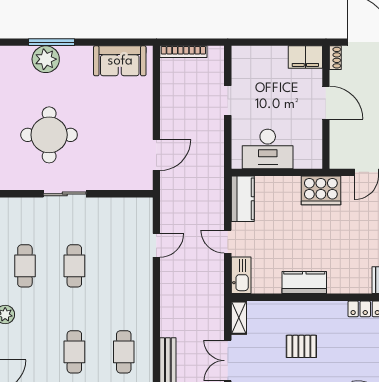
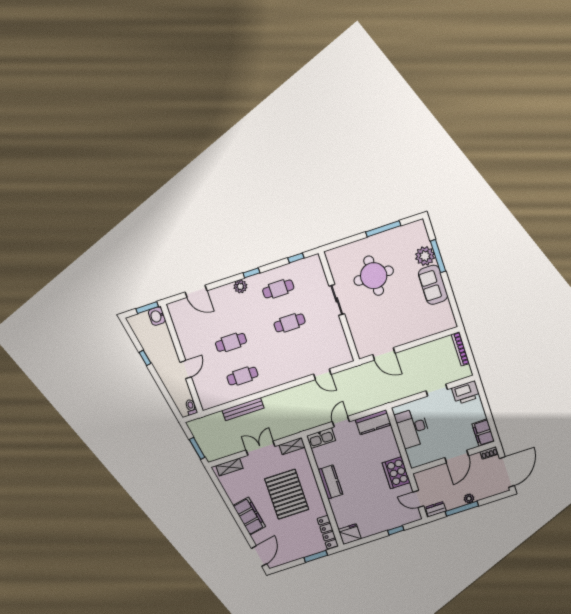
sofa: (120, 61) -> (433, 285), moved
printer: (244, 63) -> (466, 393), added
pallet: (301, 346) -> (287, 494), width x2.05, depth x2.00

